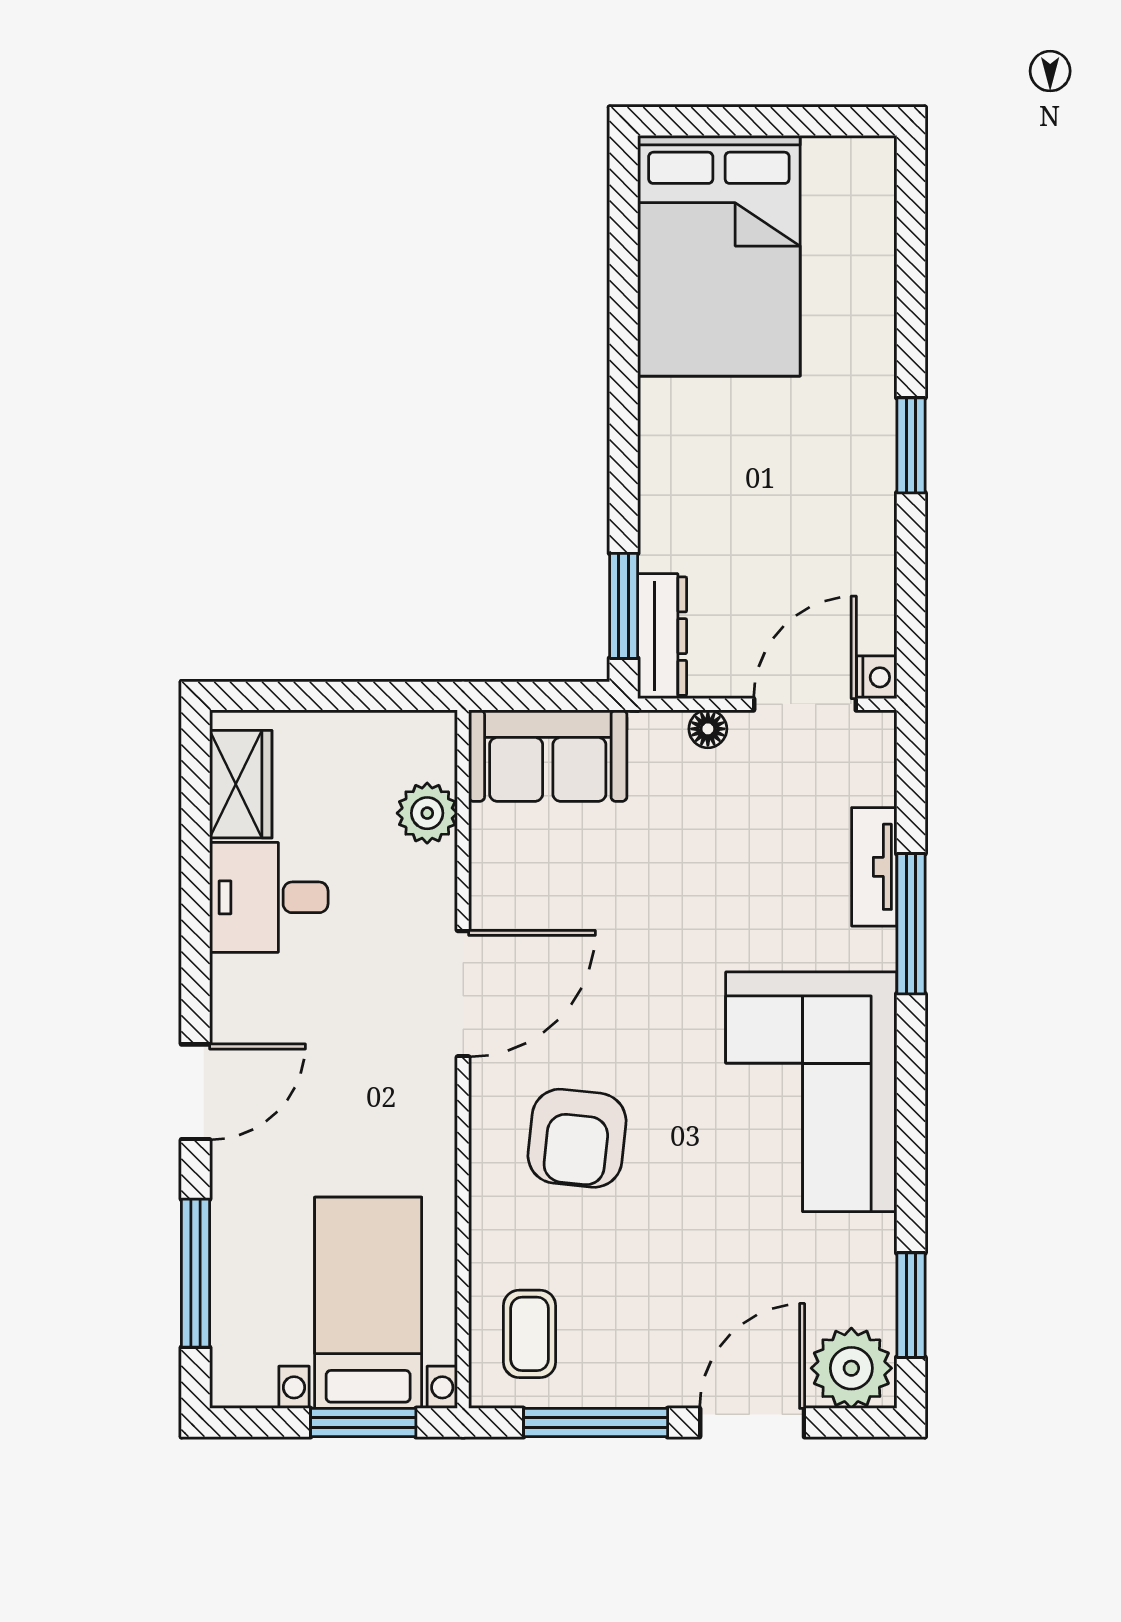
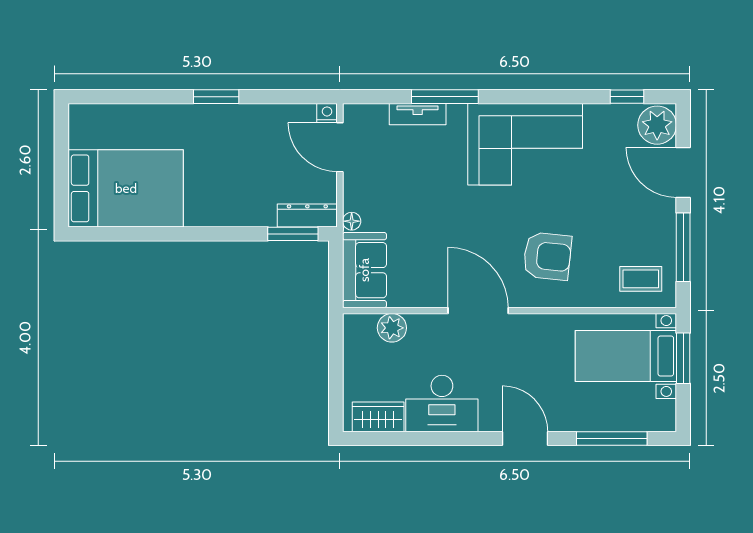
floor lamp: (708, 729) -> (352, 221), moved
desk: (269, 897) -> (442, 403), width x1.37
window: (911, 1305) -> (627, 97), width x0.67

